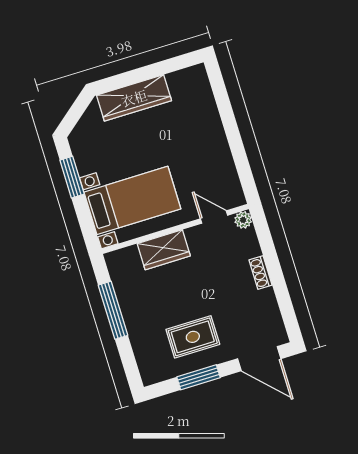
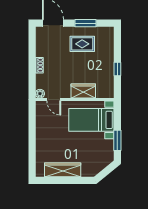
wardrobe: (134, 98) -> (63, 170), moved
window: (113, 310) -> (117, 69), width x0.46

